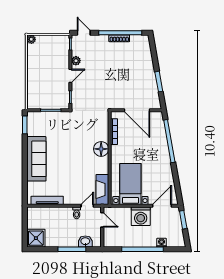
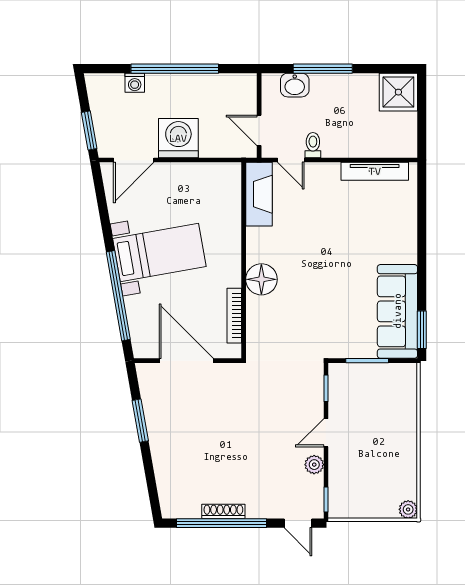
sofa: (36, 159) -> (397, 311), moved
bed with nightstands: (130, 184) -> (159, 252), moved, turned -100
door: (87, 206) -> (291, 160), hinge flipped

